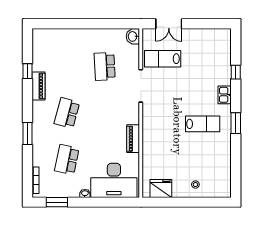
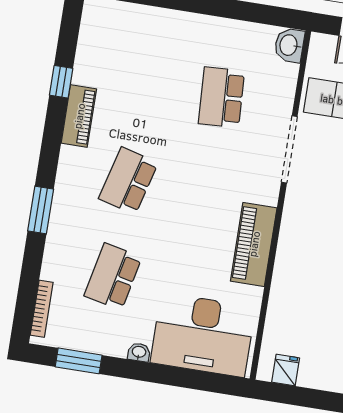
piano: (133, 139) -> (254, 244), width x1.37, depth x1.33
fridge: (161, 188) -> (286, 370), width x0.53, depth x0.75

